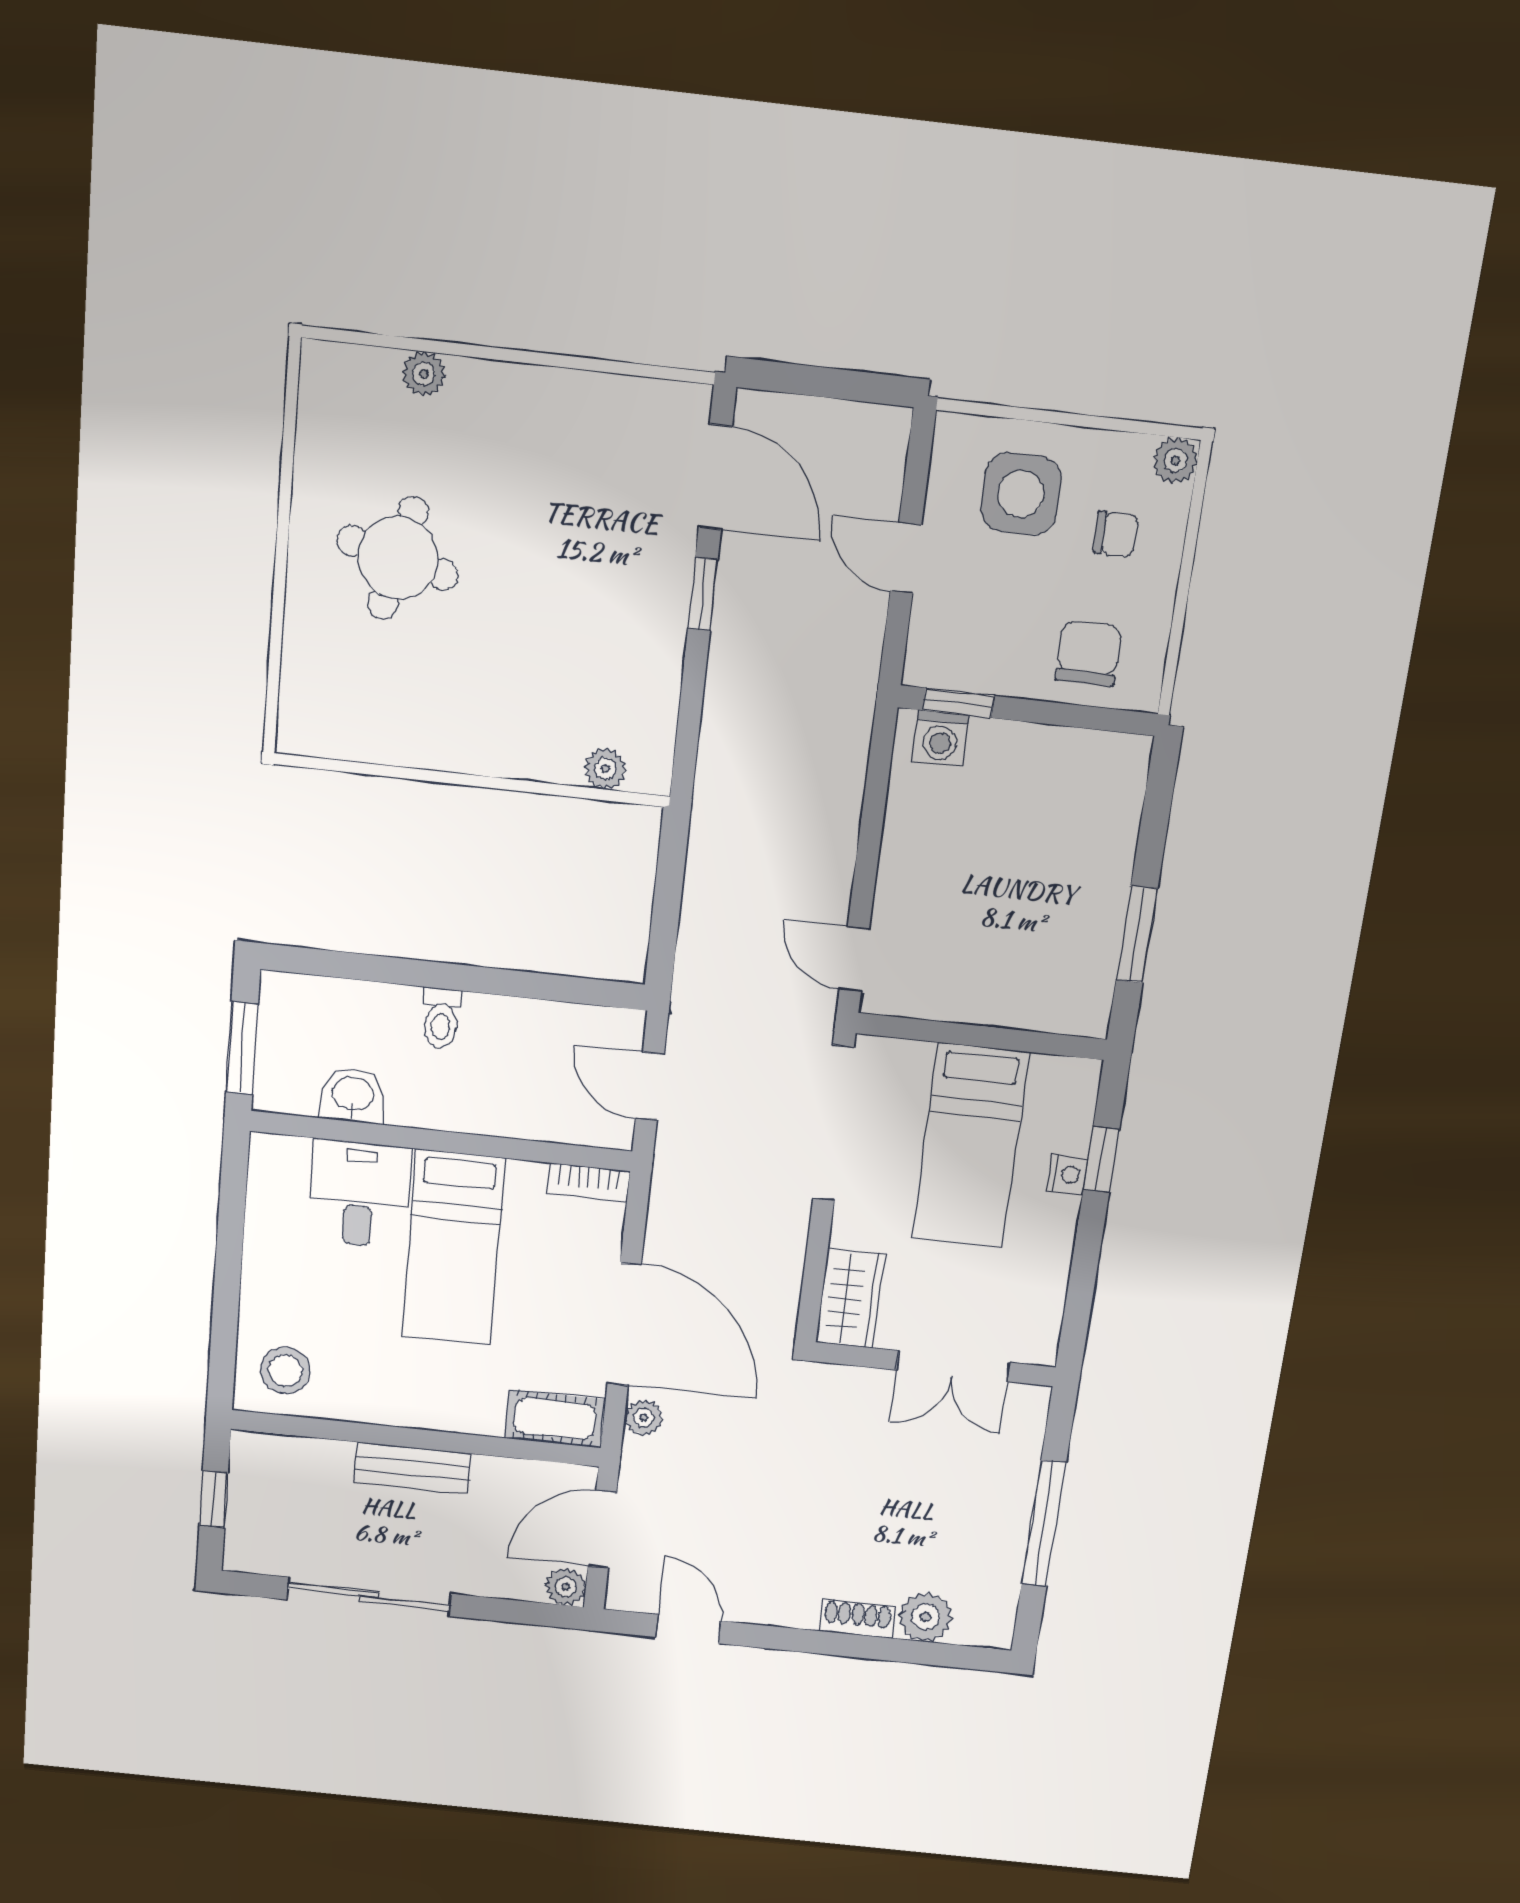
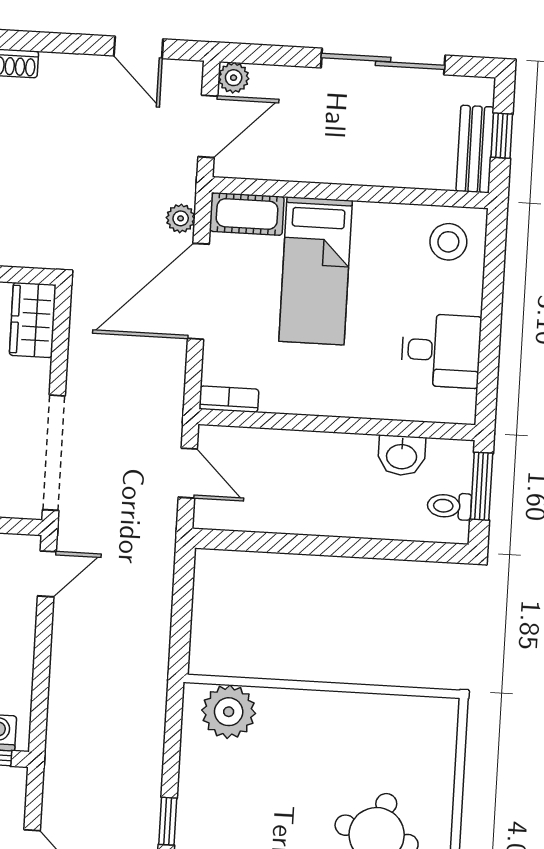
plant: (605, 769) -> (229, 712), width x1.88, depth x1.88
door: (854, 959) -> (47, 574), hinge flipped
toilet: (441, 1018) -> (449, 506), moved, turned -90
desk: (359, 1194) -> (441, 351), moved, turned -90
bed: (453, 1248) -> (316, 271), moved, turned 180
door: (624, 1324) -> (198, 291), hinge flipped
bench: (412, 1468) -> (475, 149), moved, turned 90

